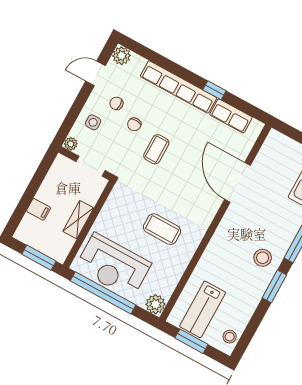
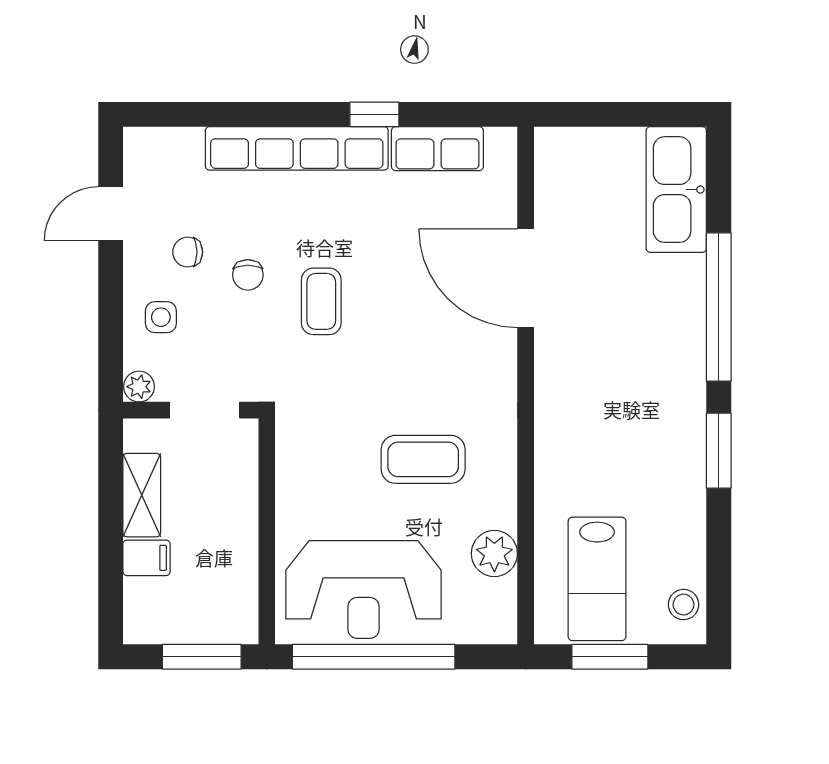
plant: (122, 56) -> (144, 148), removed
shelving: (78, 220) -> (142, 495), moved
stool: (263, 258) -> (662, 405), removed
plant: (156, 304) -> (494, 554), moved

